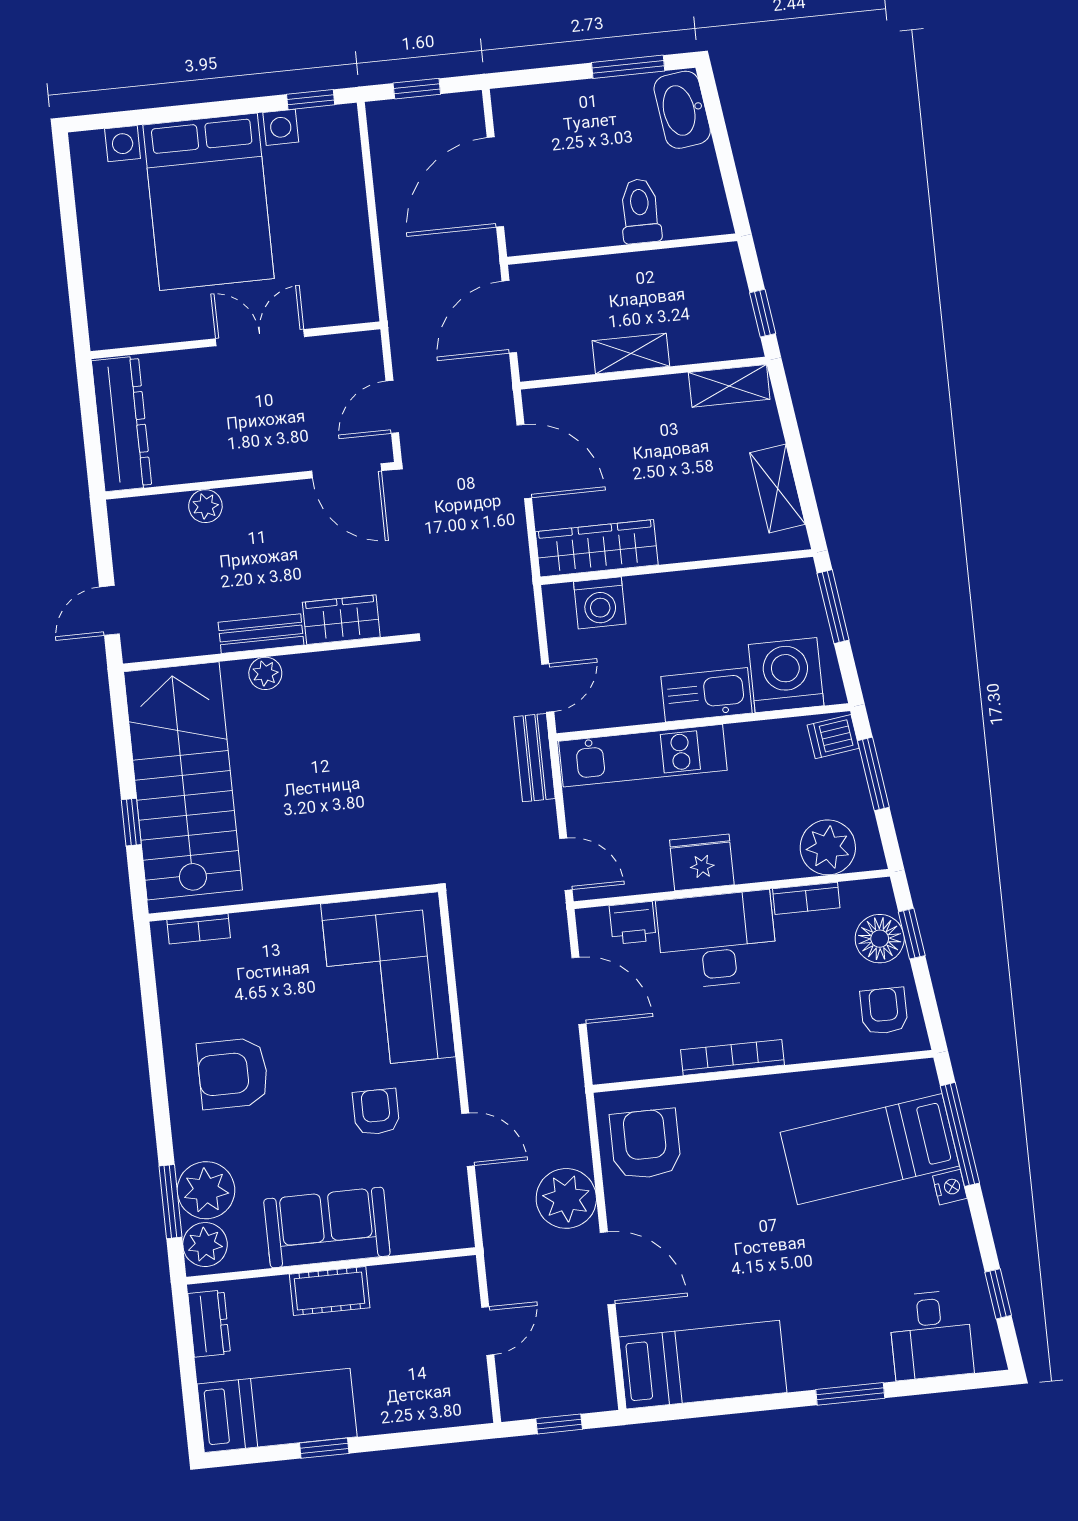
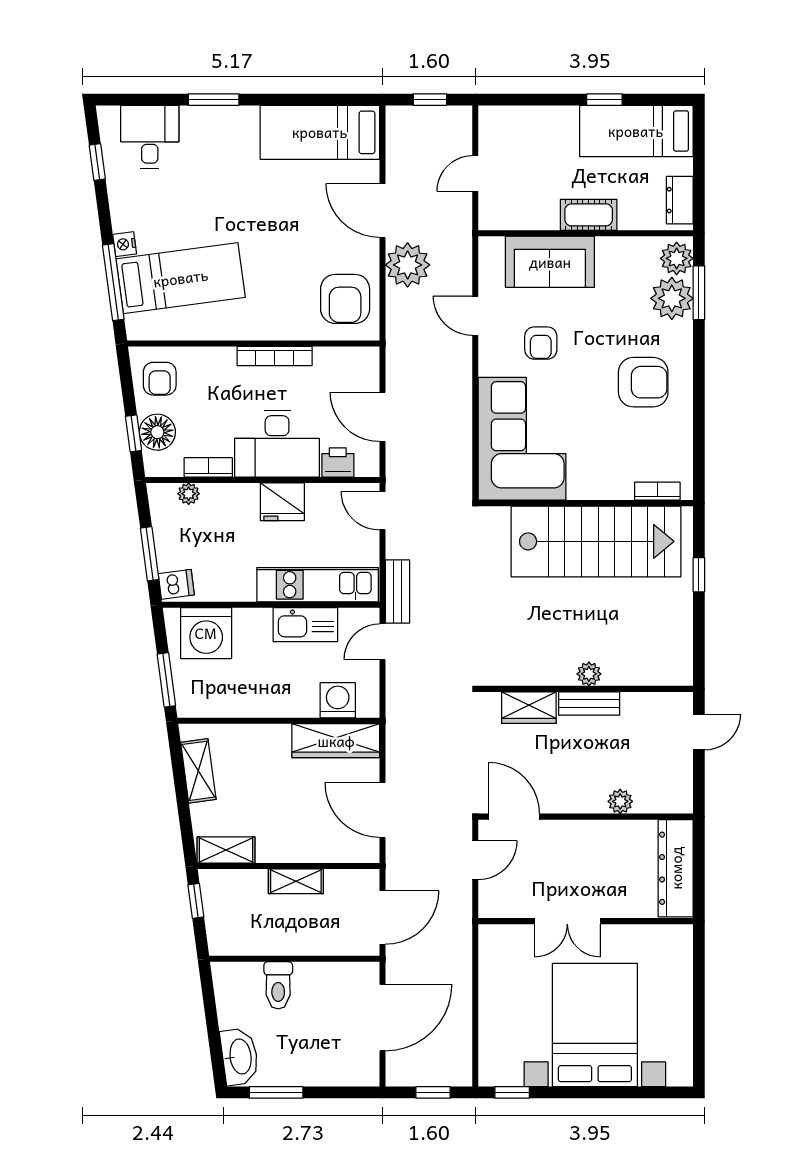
kitchen sink: (706, 695) -> (305, 625), moved
stairs: (183, 781) -> (596, 541), moved, turned -90
plant: (828, 847) -> (189, 494), width x0.53, depth x0.53
sofa: (327, 1227) -> (550, 262), moved

